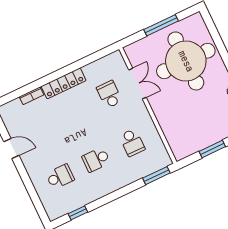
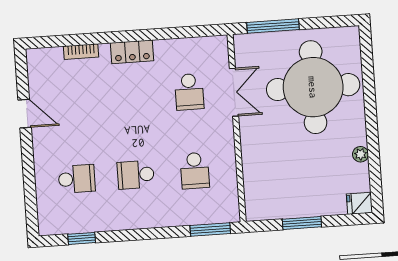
window: (161, 25) -> (273, 26), moved
locker: (64, 83) -> (132, 52), width x0.66
school desk: (109, 94) -> (189, 92), turned 180

